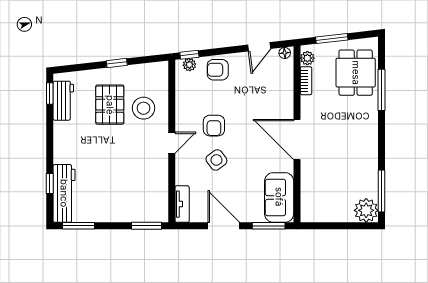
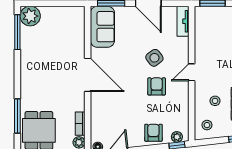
armchair: (218, 70) -> (153, 133), turned -90
stool: (153, 79) -> (207, 125), added
stool: (144, 108) -> (215, 101), width x0.53, depth x0.53

